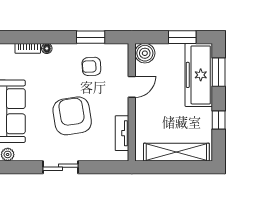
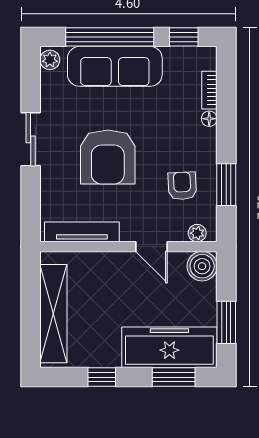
plant: (123, 56) -> (197, 233), added
armchair: (72, 116) -> (108, 157), turned 99
tv unit: (122, 133) -> (82, 232), width x1.41

